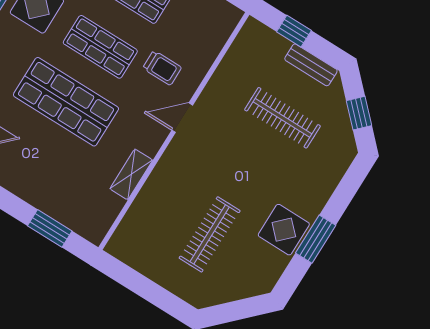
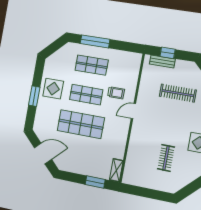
bench: (311, 65) -> (162, 61), moved
shelving: (131, 174) -> (116, 170), moved
clothes rail: (210, 234) -> (166, 158), width x0.73

